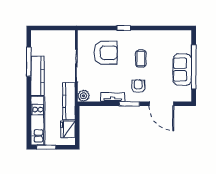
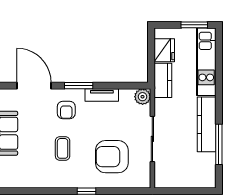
kitchen counter: (69, 101) -> (163, 80), width x0.67

